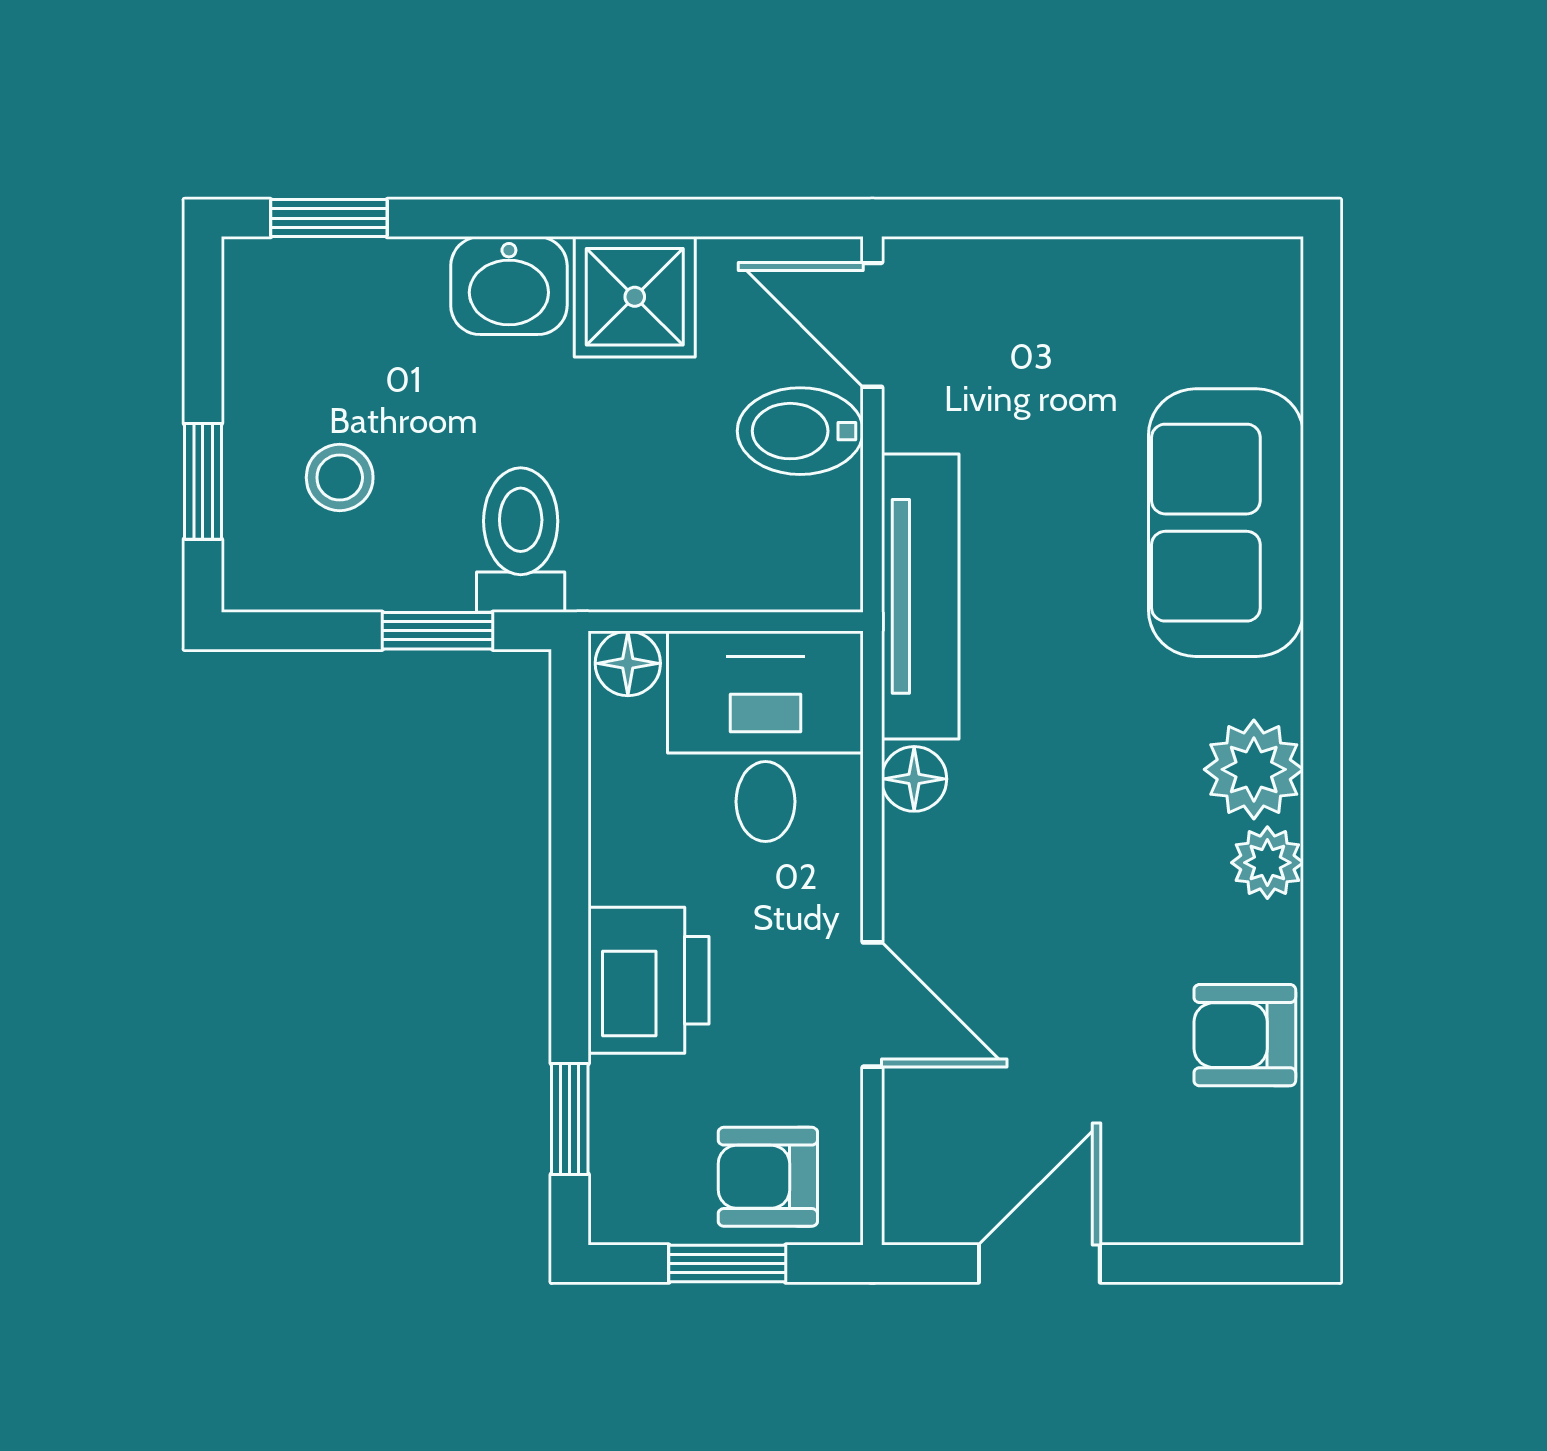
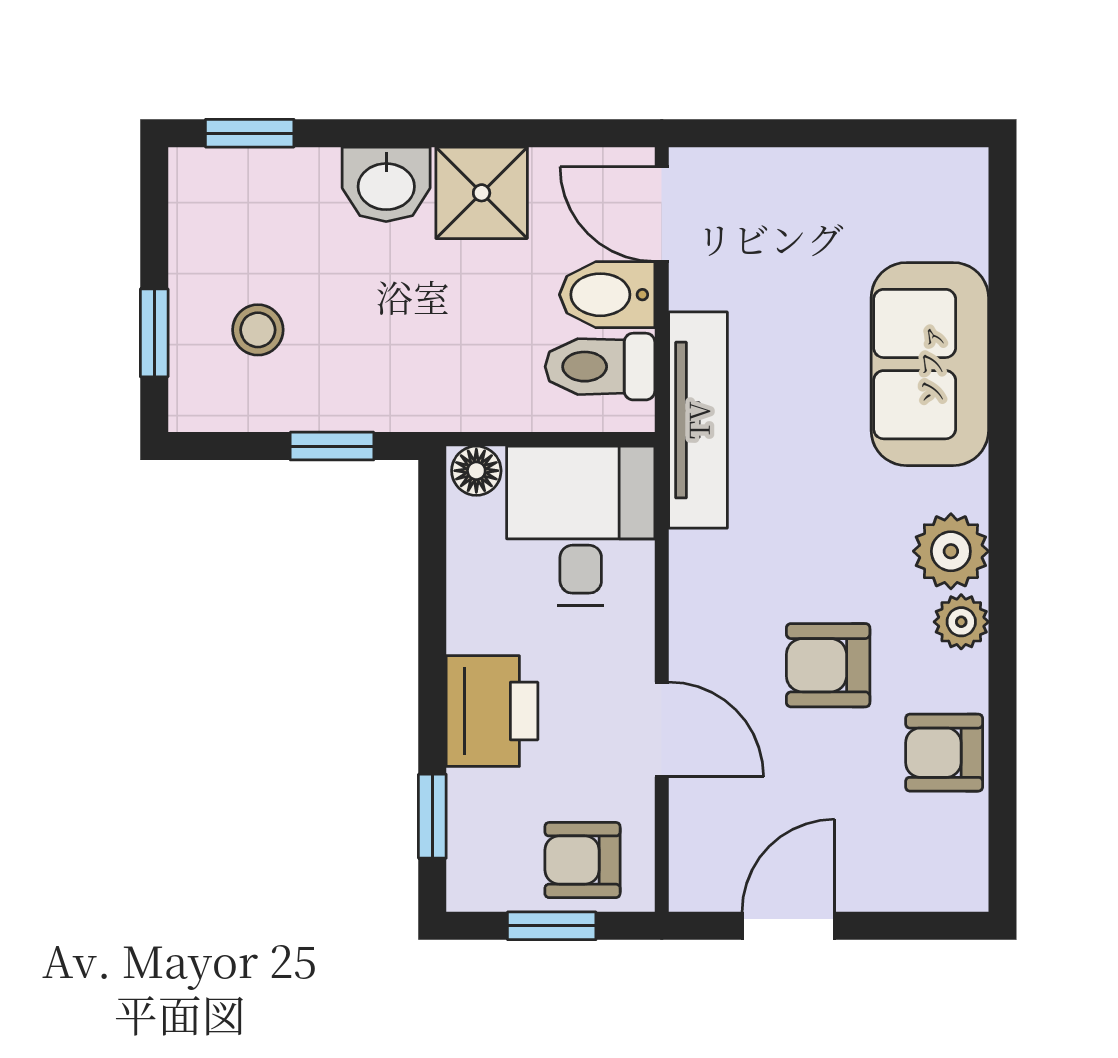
toilet: (521, 540) -> (600, 367), moved, turned -90
floor lamp: (914, 779) -> (693, 558), removed
armchair: (1092, 920) -> (828, 665), added

